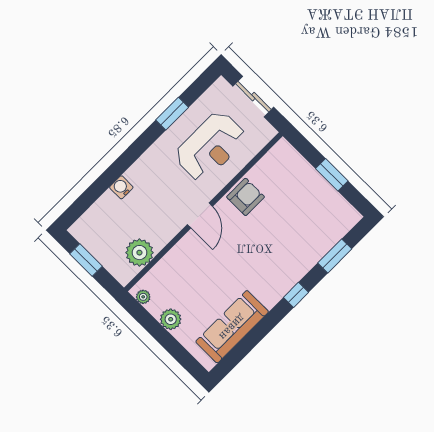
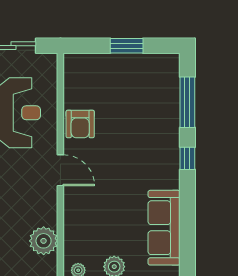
armchair: (246, 197) -> (80, 124), turned 180
window: (335, 256) -> (187, 102), width x1.44

